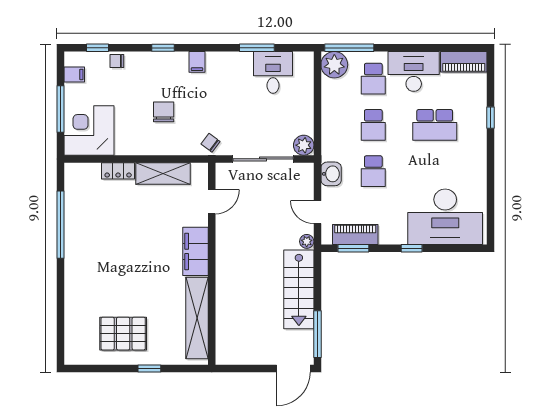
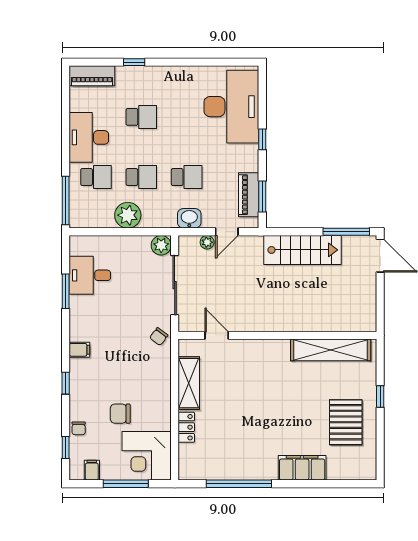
piano: (464, 62) -> (92, 76), moved, turned 90
plant: (334, 65) -> (128, 215), moved
chair: (164, 112) -> (120, 414), moved
school desk: (435, 125) -> (141, 117), width x0.54
plant: (307, 241) -> (207, 242), moved
filing cabinet: (195, 251) -> (302, 468), moved, turned 180

